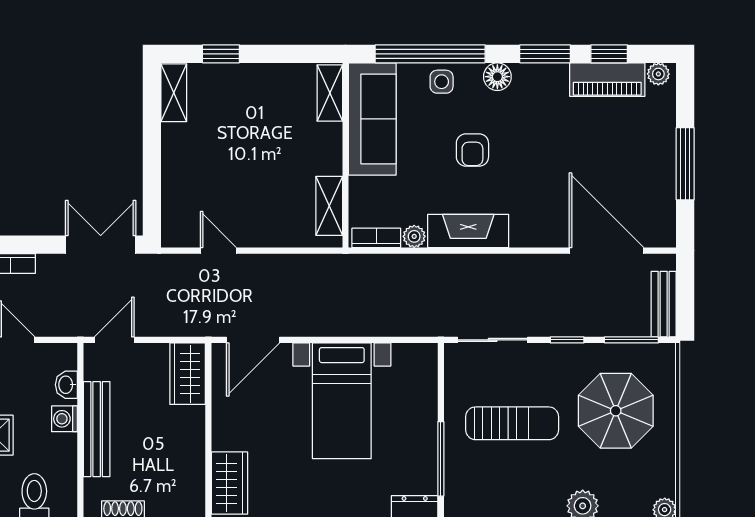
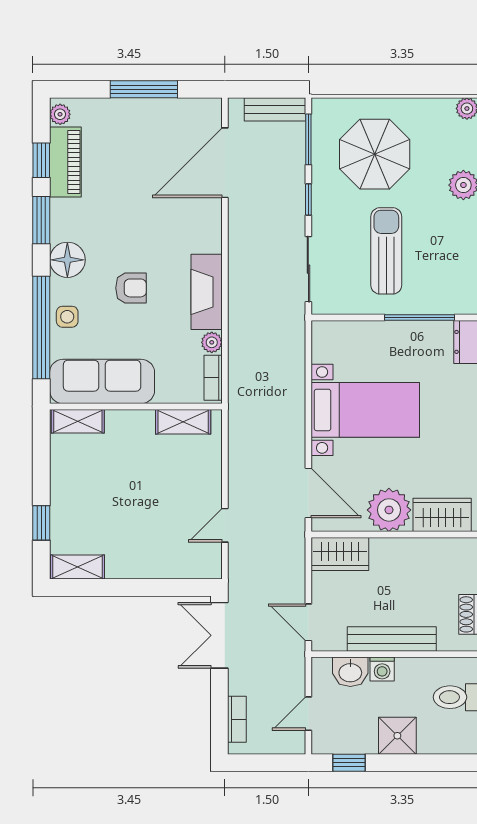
floor lamp: (497, 77) -> (67, 260), width x1.38, depth x1.38
washbasin: (66, 385) -> (350, 672), width x1.38, depth x1.45
plant: (235, 426) -> (389, 510), added

